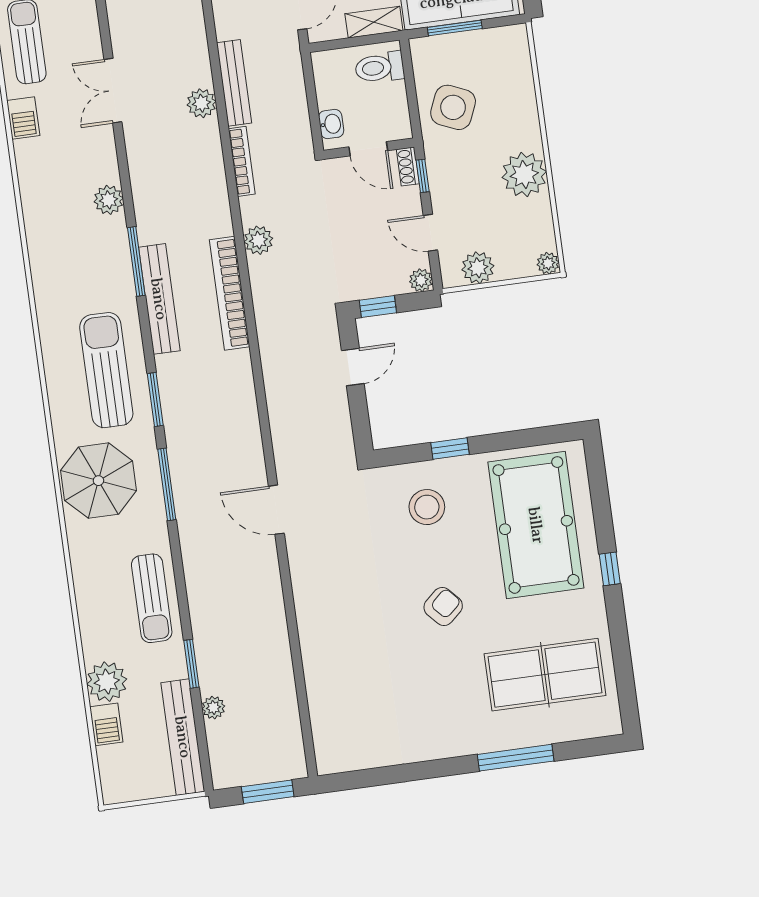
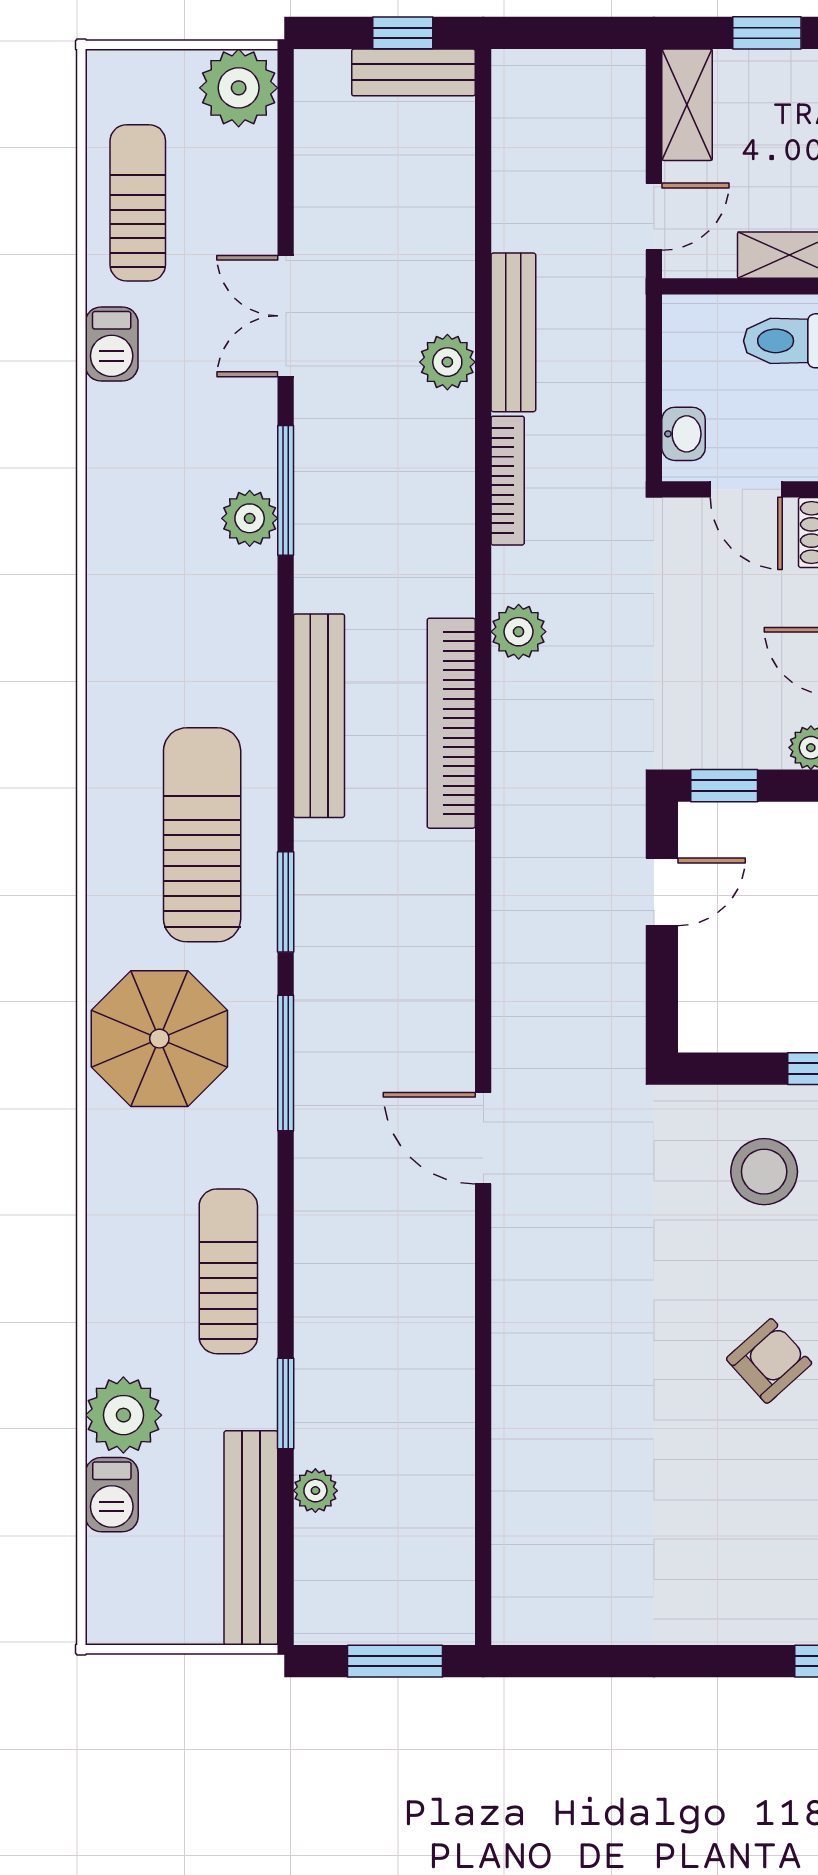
window: (136, 261) -> (286, 490), moved
sun lounger: (152, 598) -> (228, 1271), turned 180

